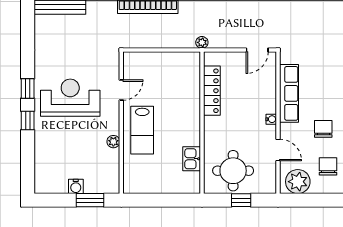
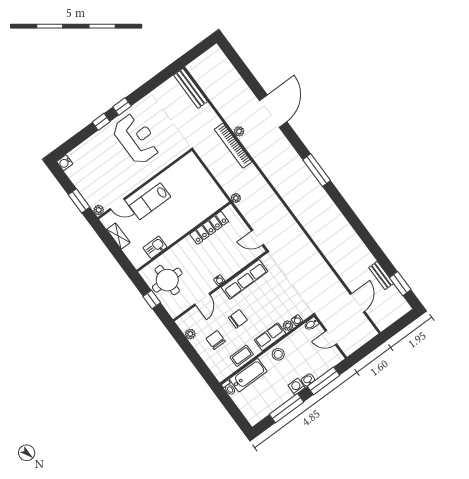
door: (121, 90) -> (117, 204), moved
plant: (113, 142) -> (99, 210), moved
chair: (328, 166) -> (216, 340), turned -90
plant: (298, 182) -> (190, 334), width x0.53, depth x0.53
water cooler: (76, 186) -> (65, 163), moved
shelving: (154, 187) -> (118, 236), added

